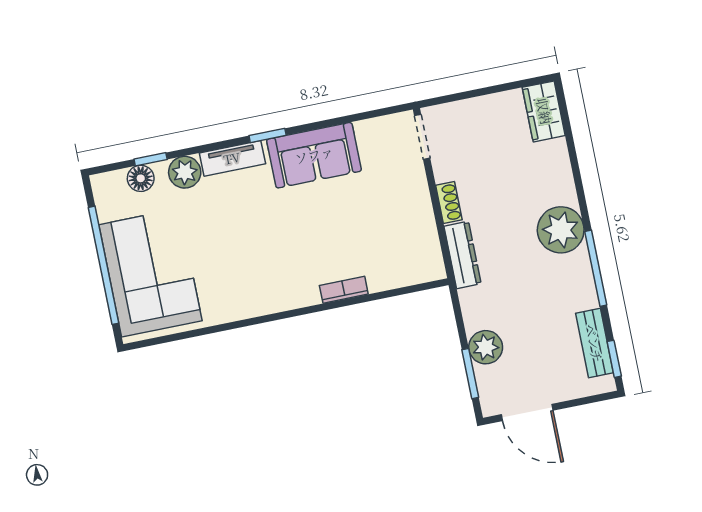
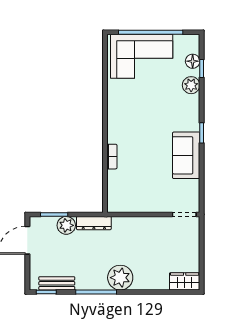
tv unit: (232, 158) -> (193, 112), removed
shoe rack: (449, 203) -> (147, 221), removed
dresser: (463, 255) -> (94, 223), moved

